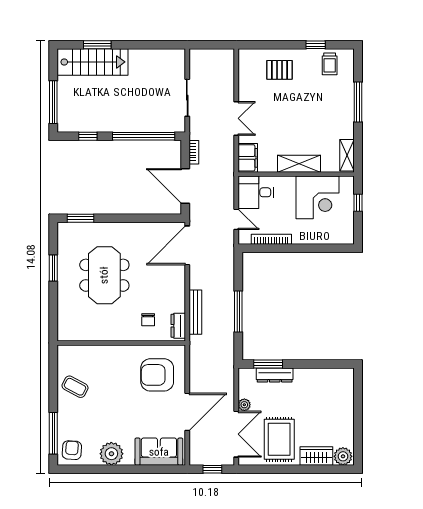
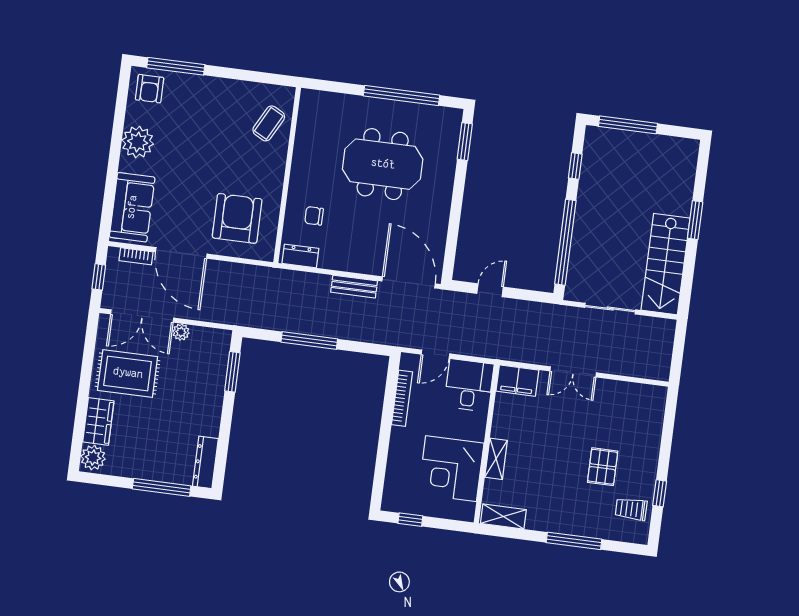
window: (97, 45) -> (695, 220), moved
stairs: (93, 62) -> (666, 264), moved
pallet: (280, 70) -> (603, 467), moved
bookcase: (194, 152) -> (136, 256), moved
shelving: (299, 164) -> (496, 459), width x0.67, depth x0.75
door: (185, 186) -> (490, 290), width x0.53
window: (358, 203) -> (410, 520), moved
window: (53, 268) -> (401, 96), width x2.11
bench: (195, 312) -> (354, 287), moved, width x0.73
dresser: (275, 375) -> (205, 462), moved
coffee table: (75, 387) -> (269, 123), moved
window: (358, 404) -> (162, 487), added
armchair: (72, 450) -> (150, 89), turned 86

